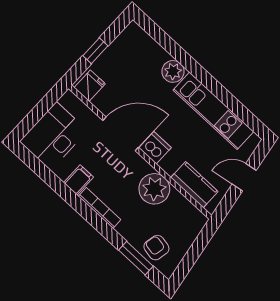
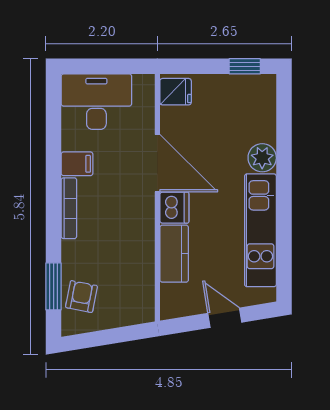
window: (95, 51) -> (245, 66), moved
kitchen counter: (194, 185) -> (174, 254), moved
plant: (154, 189) -> (135, 243), removed

